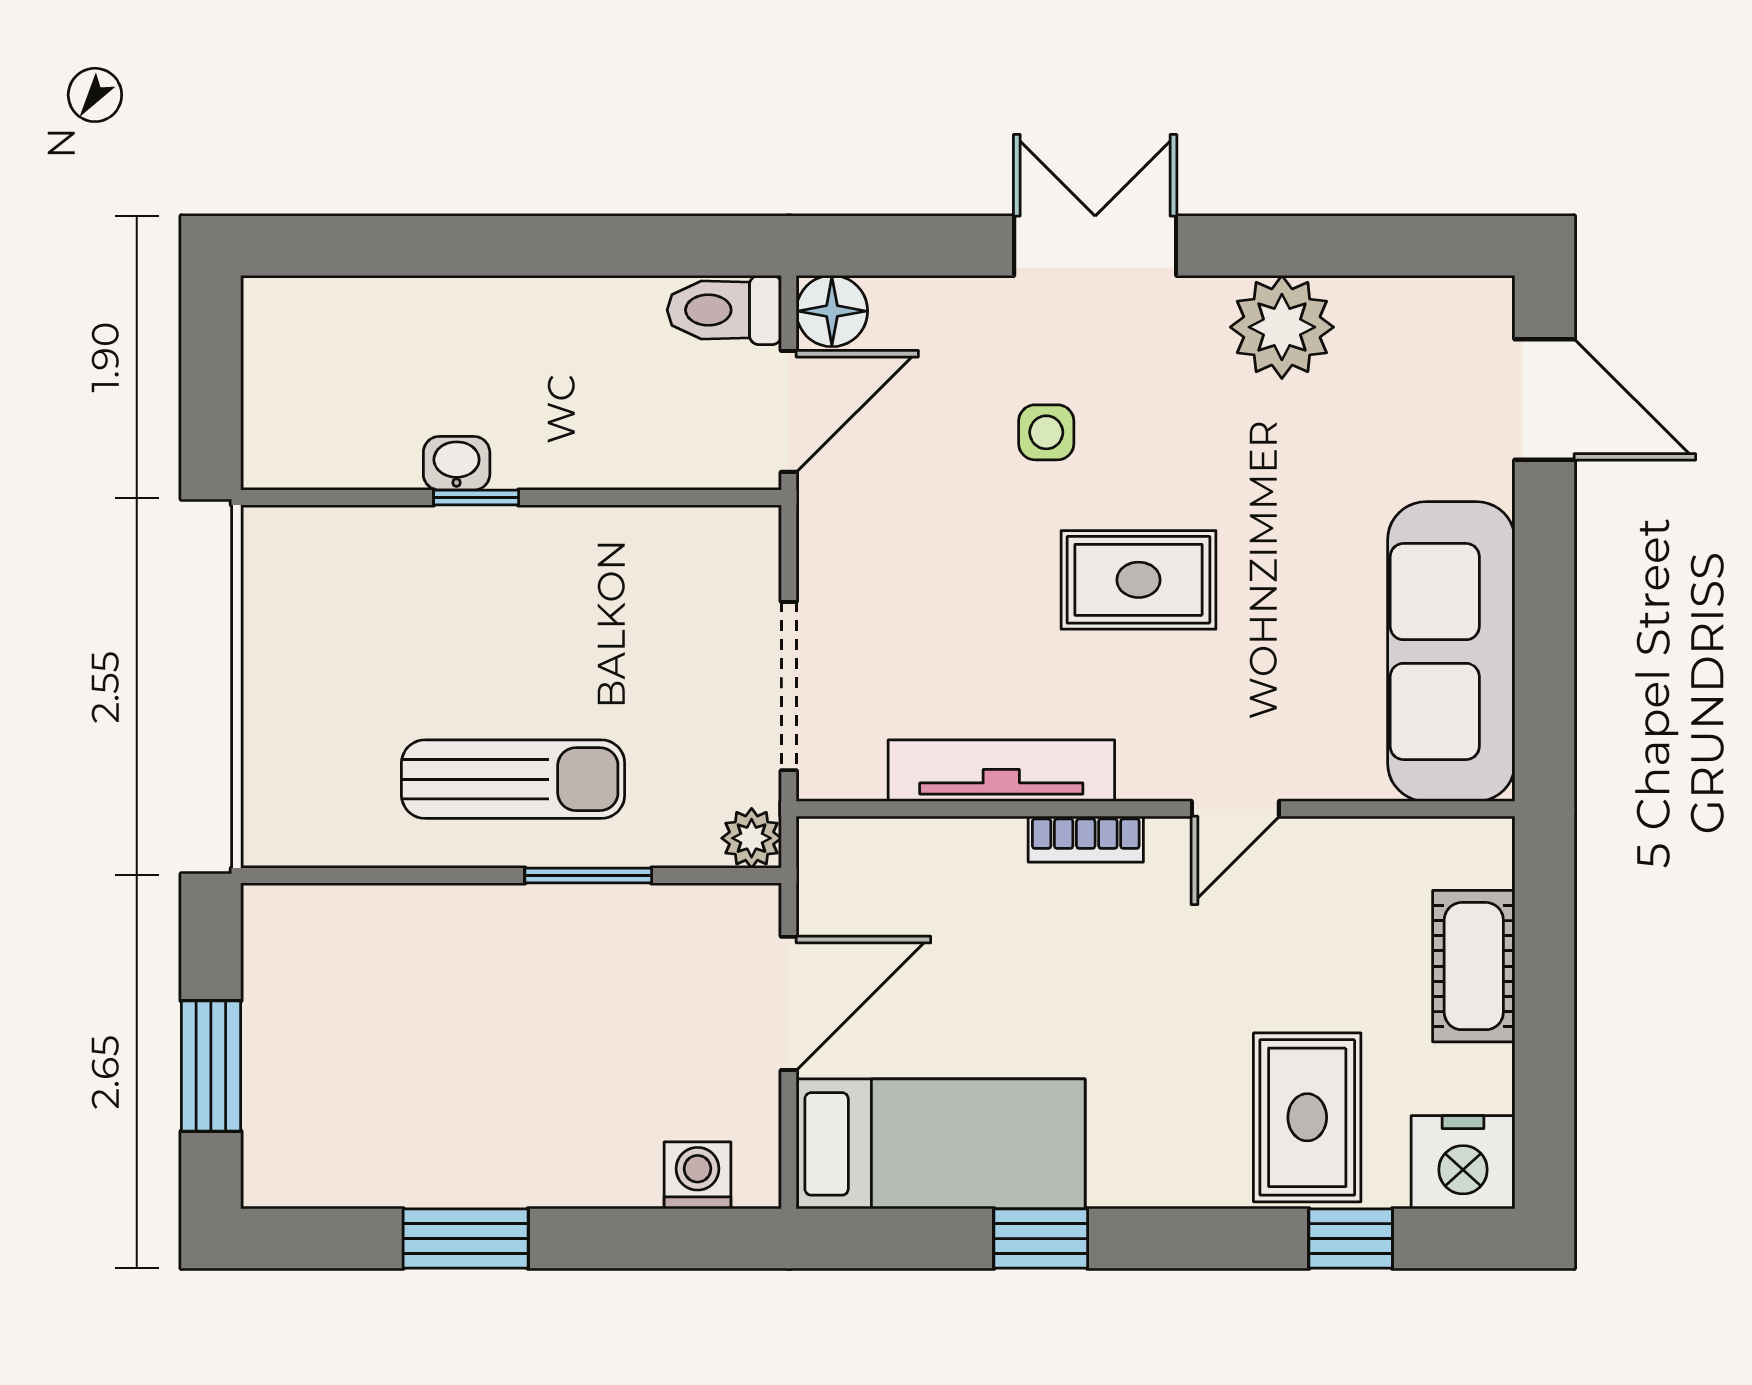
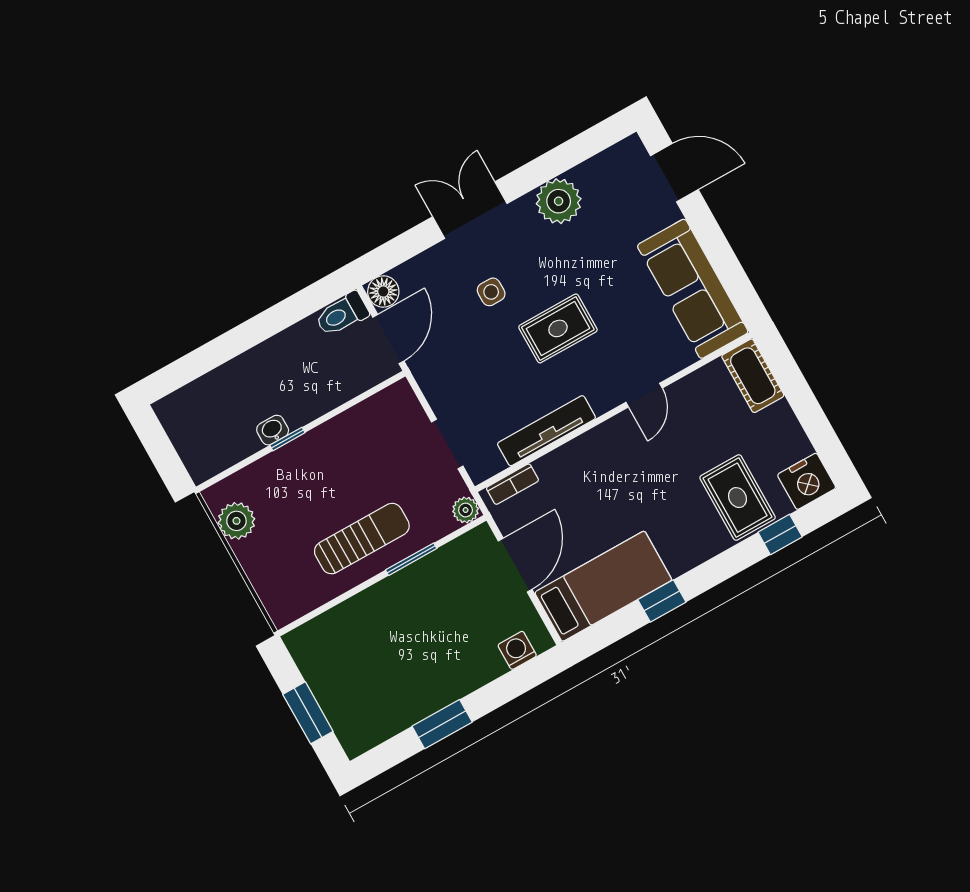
plant: (283, 604) -> (236, 521), added
doorway: (789, 686) -> (447, 444), width x0.73
bookcase: (1086, 839) -> (512, 484), moved
cot: (1474, 966) -> (753, 376), moved

